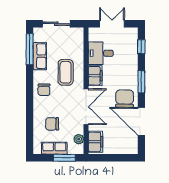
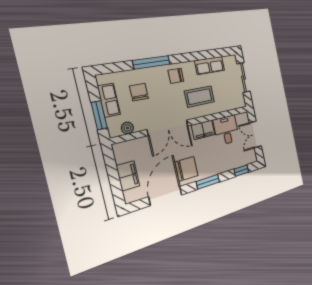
double door: (112, 24) -> (255, 134), swing flipped
window: (30, 49) -> (152, 62), moved
filing cabinet: (96, 142) -> (128, 176), moved, turned -90

